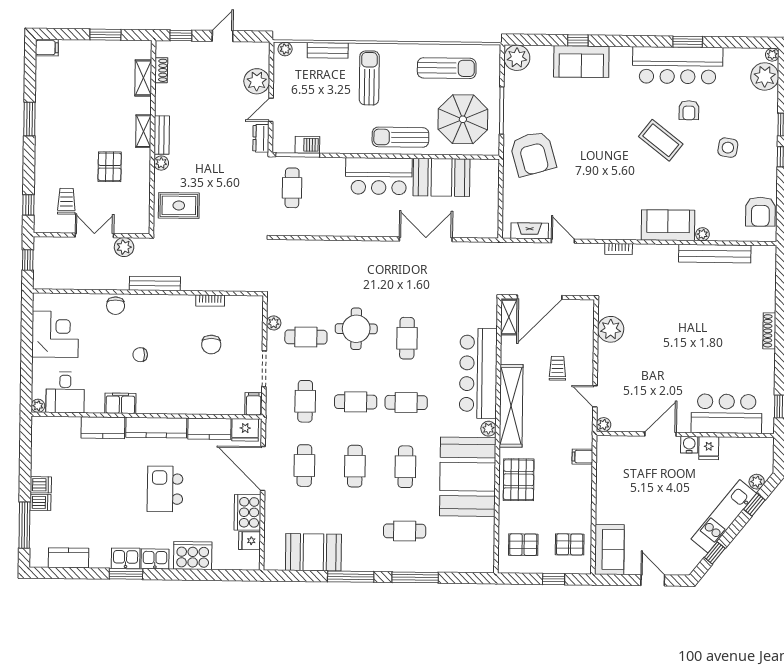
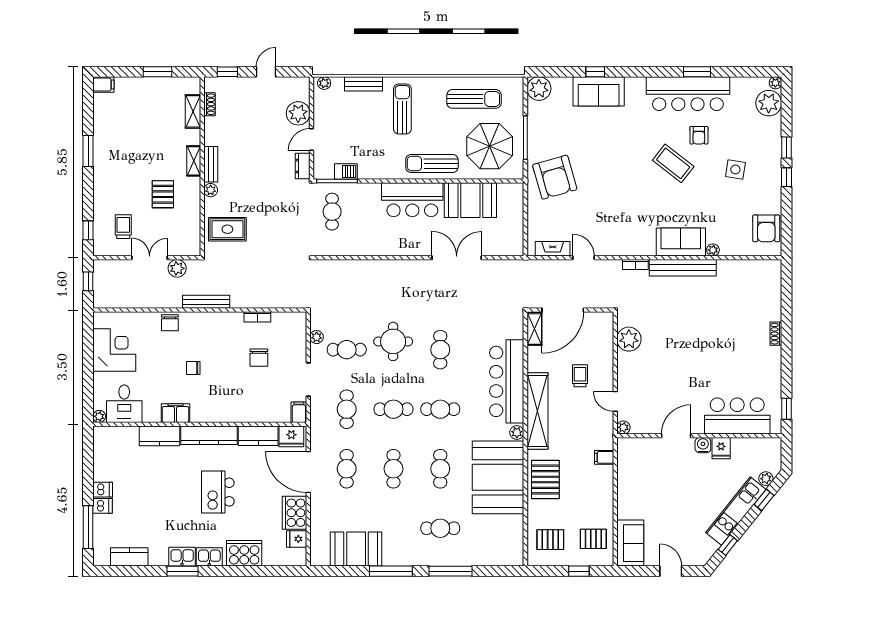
bench: (715, 254) -> (683, 268), moved
shoe rack: (769, 331) -> (776, 334), width x0.70

